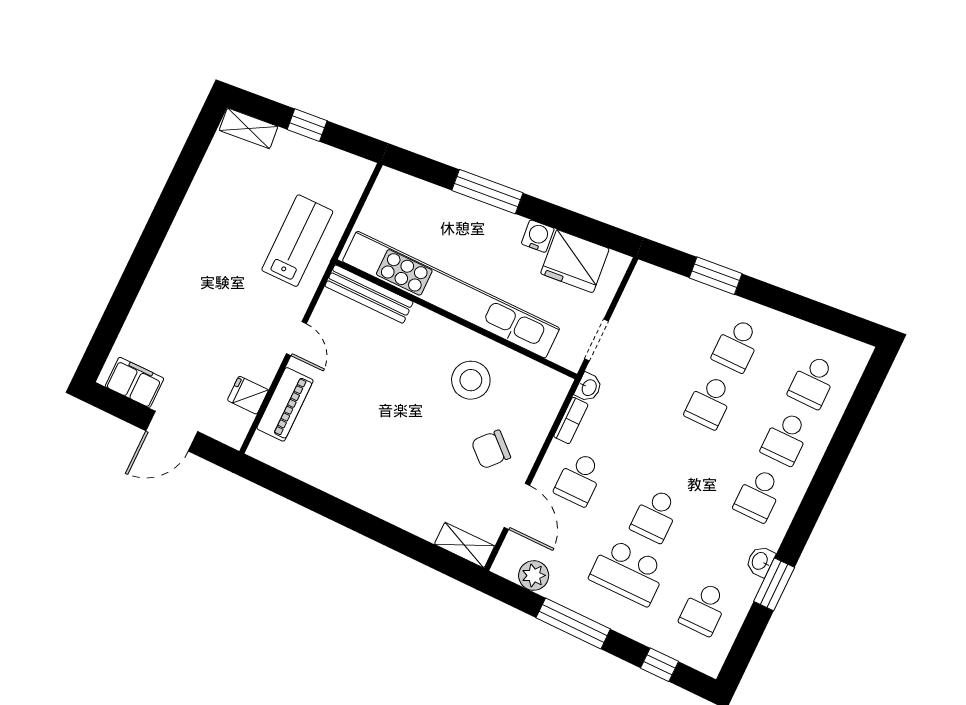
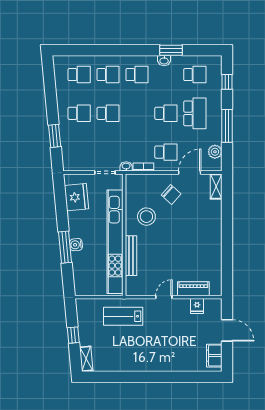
water cooler: (538, 236) -> (76, 245), moved
bench: (369, 294) -> (131, 256), moved

